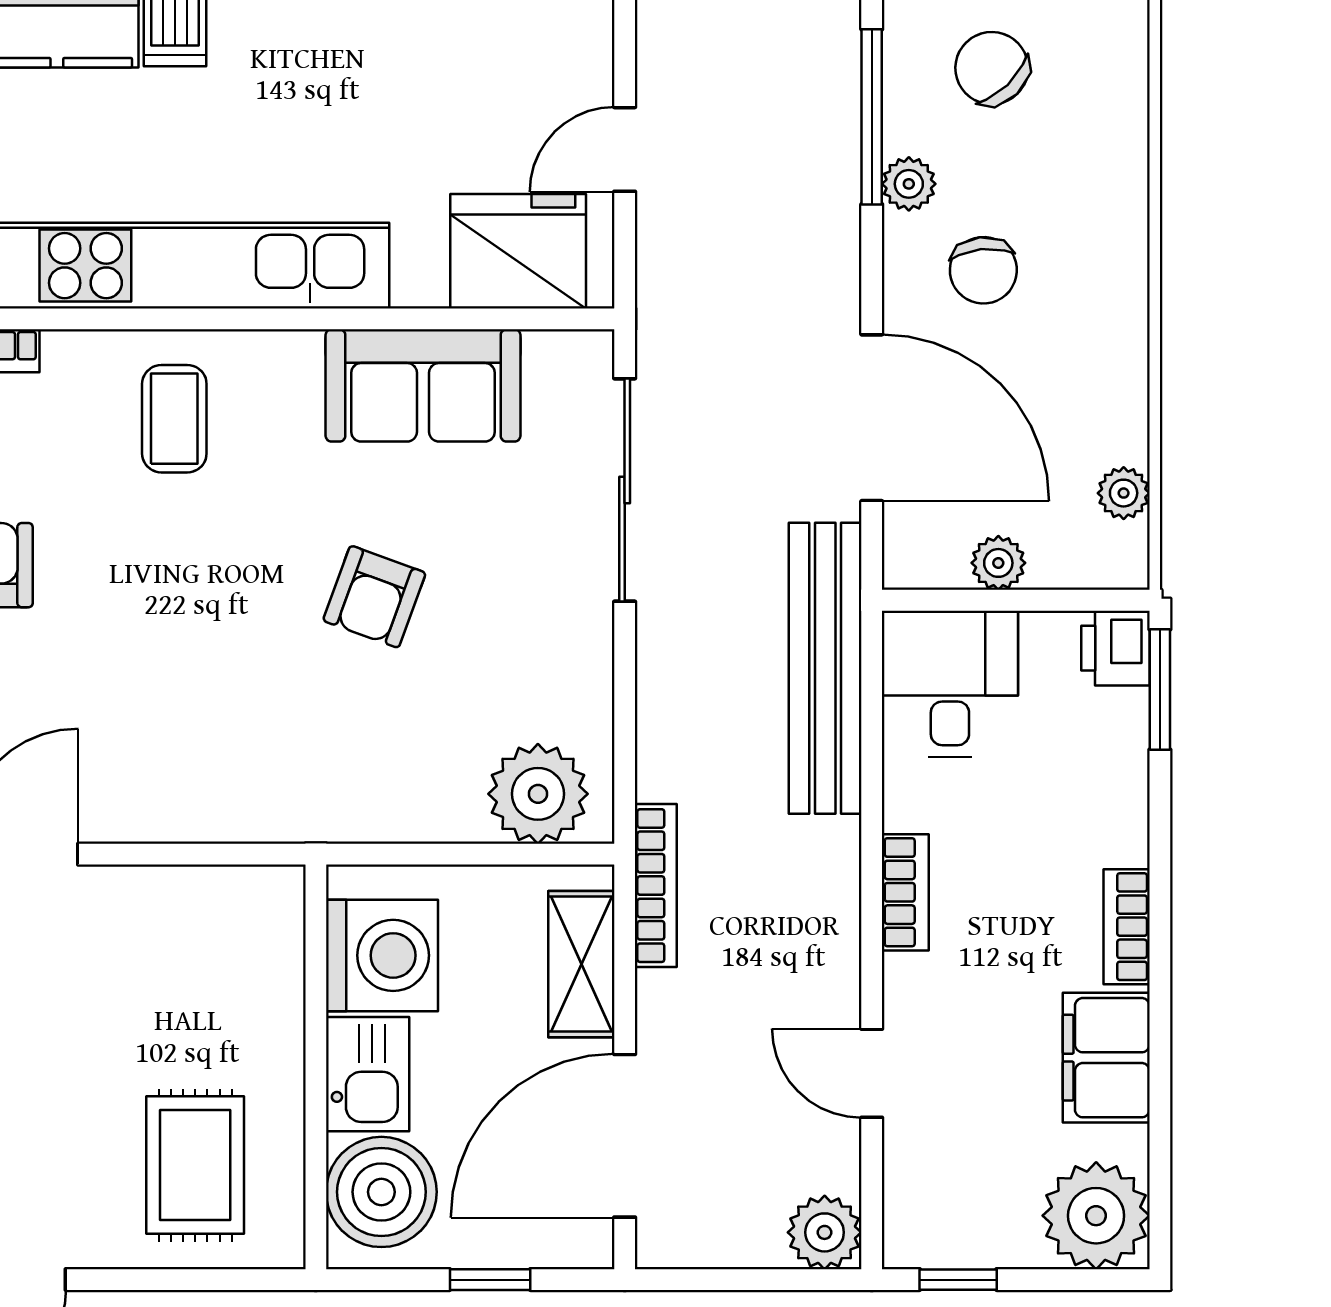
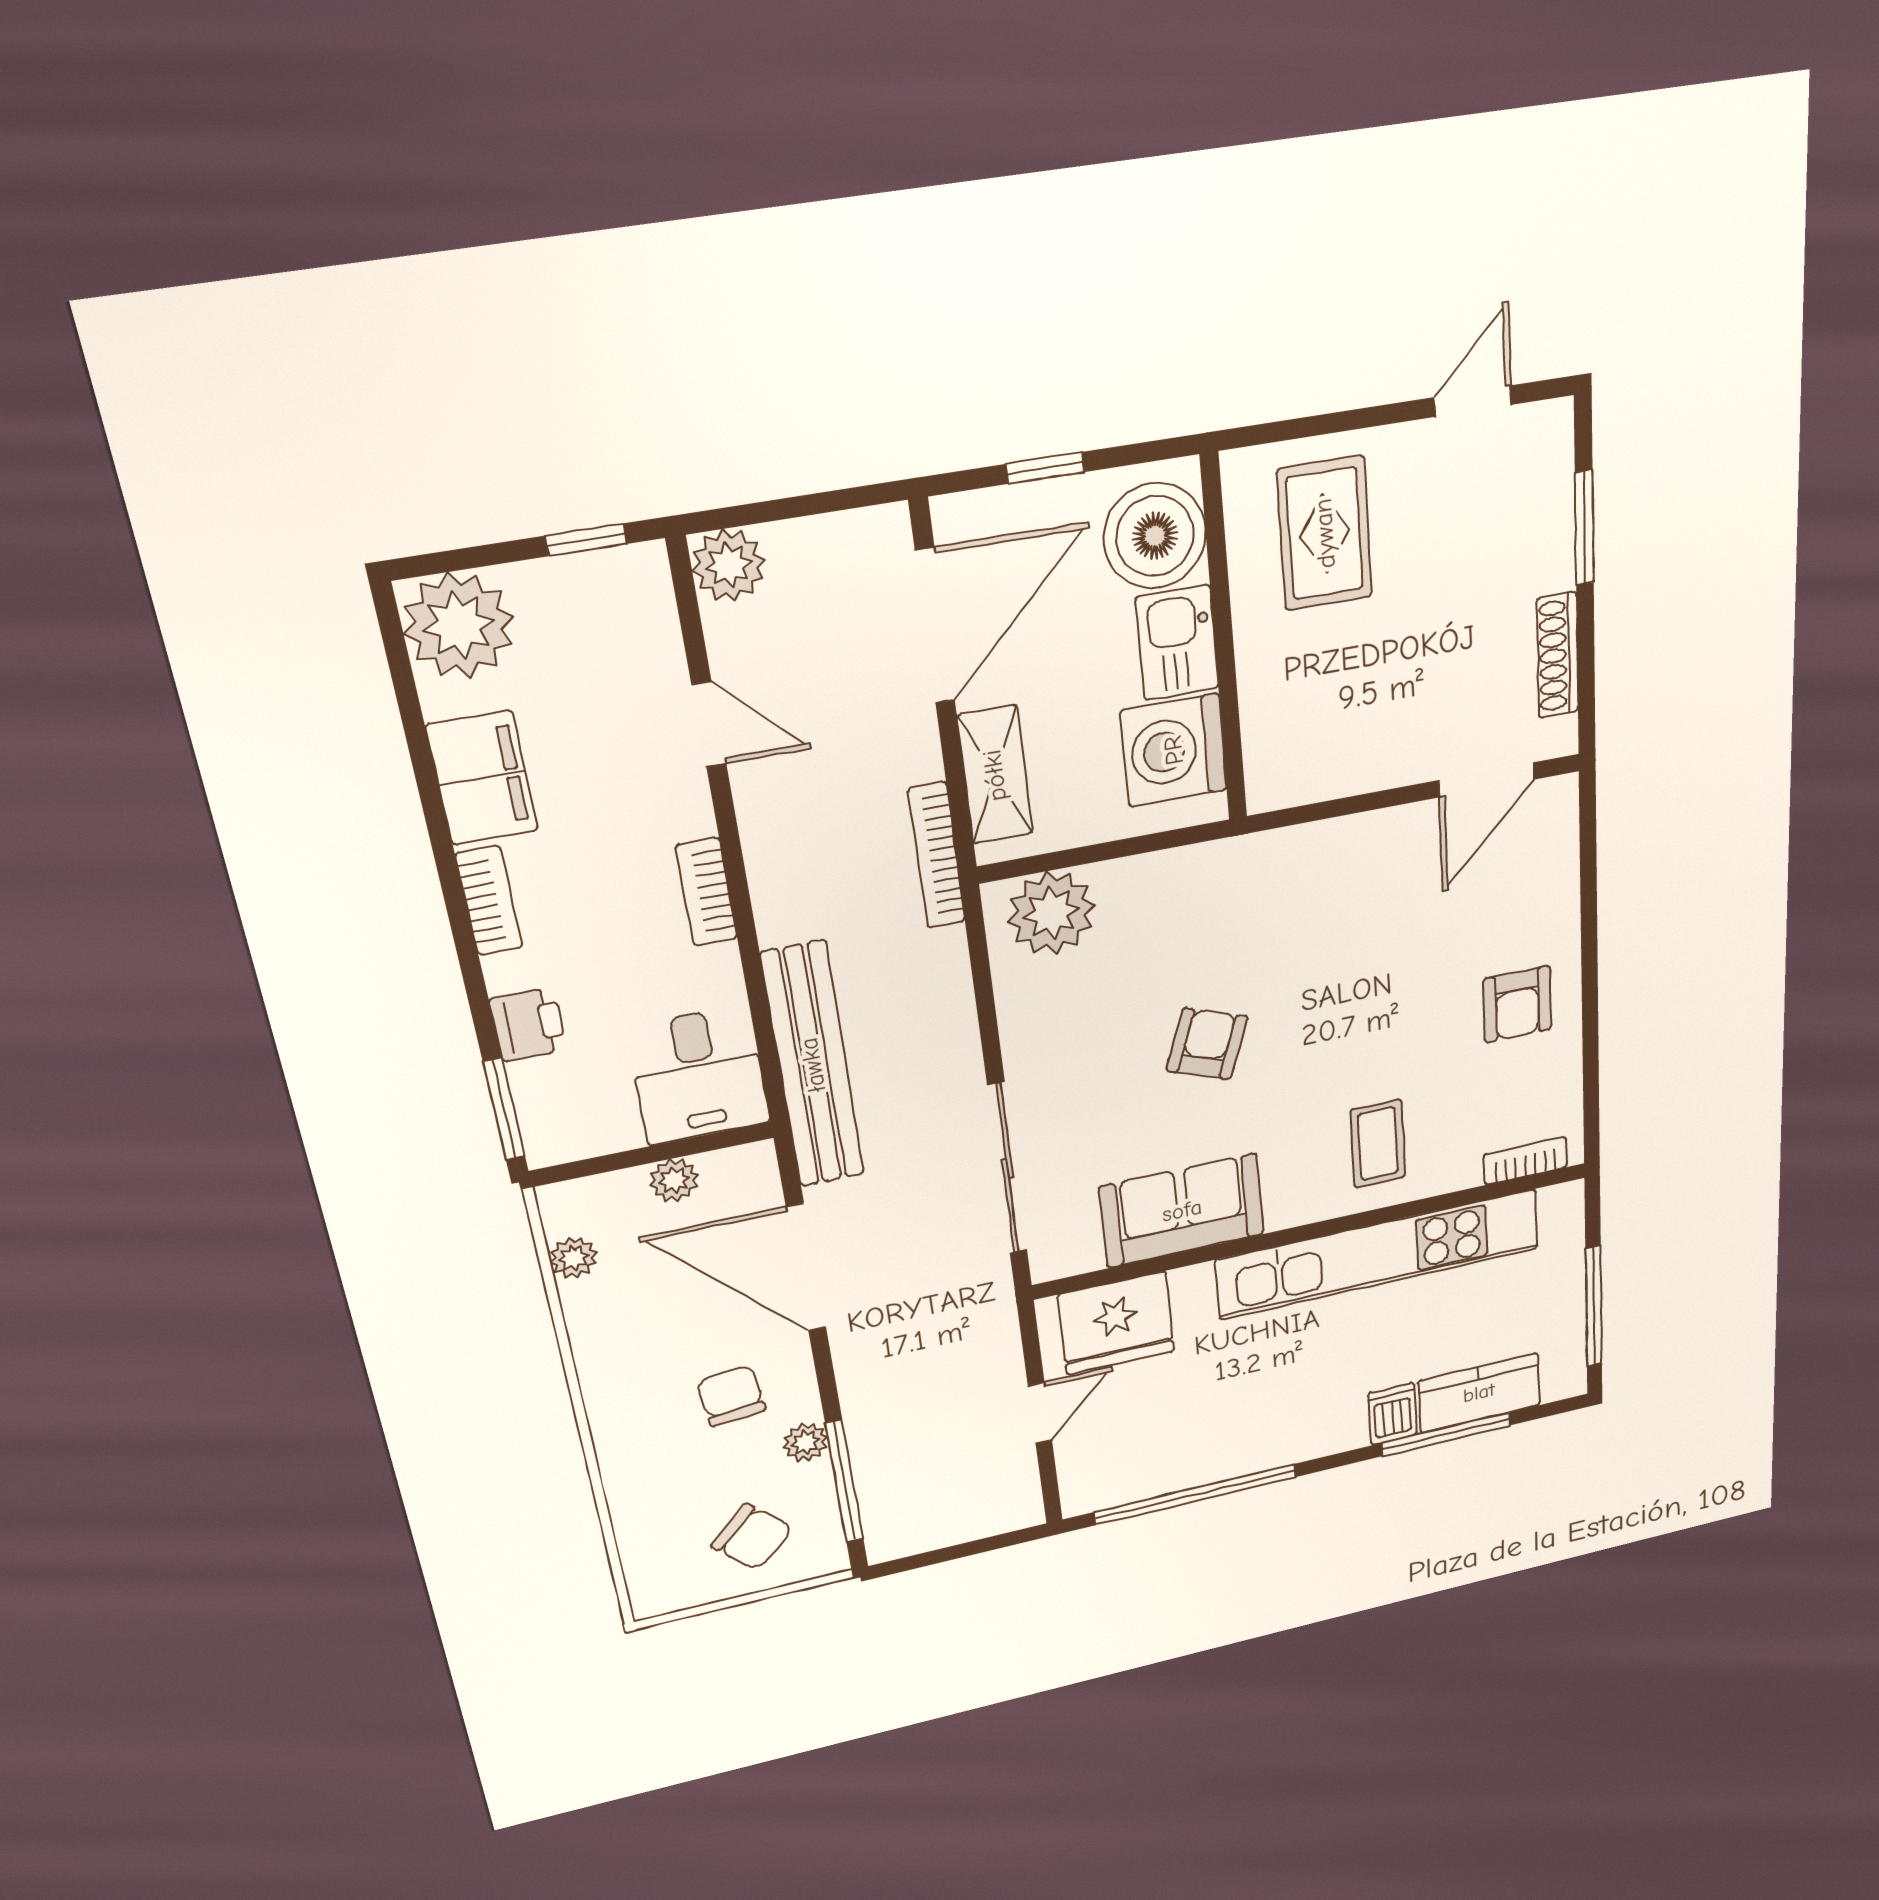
printer: (1115, 648) -> (528, 1024), moved

